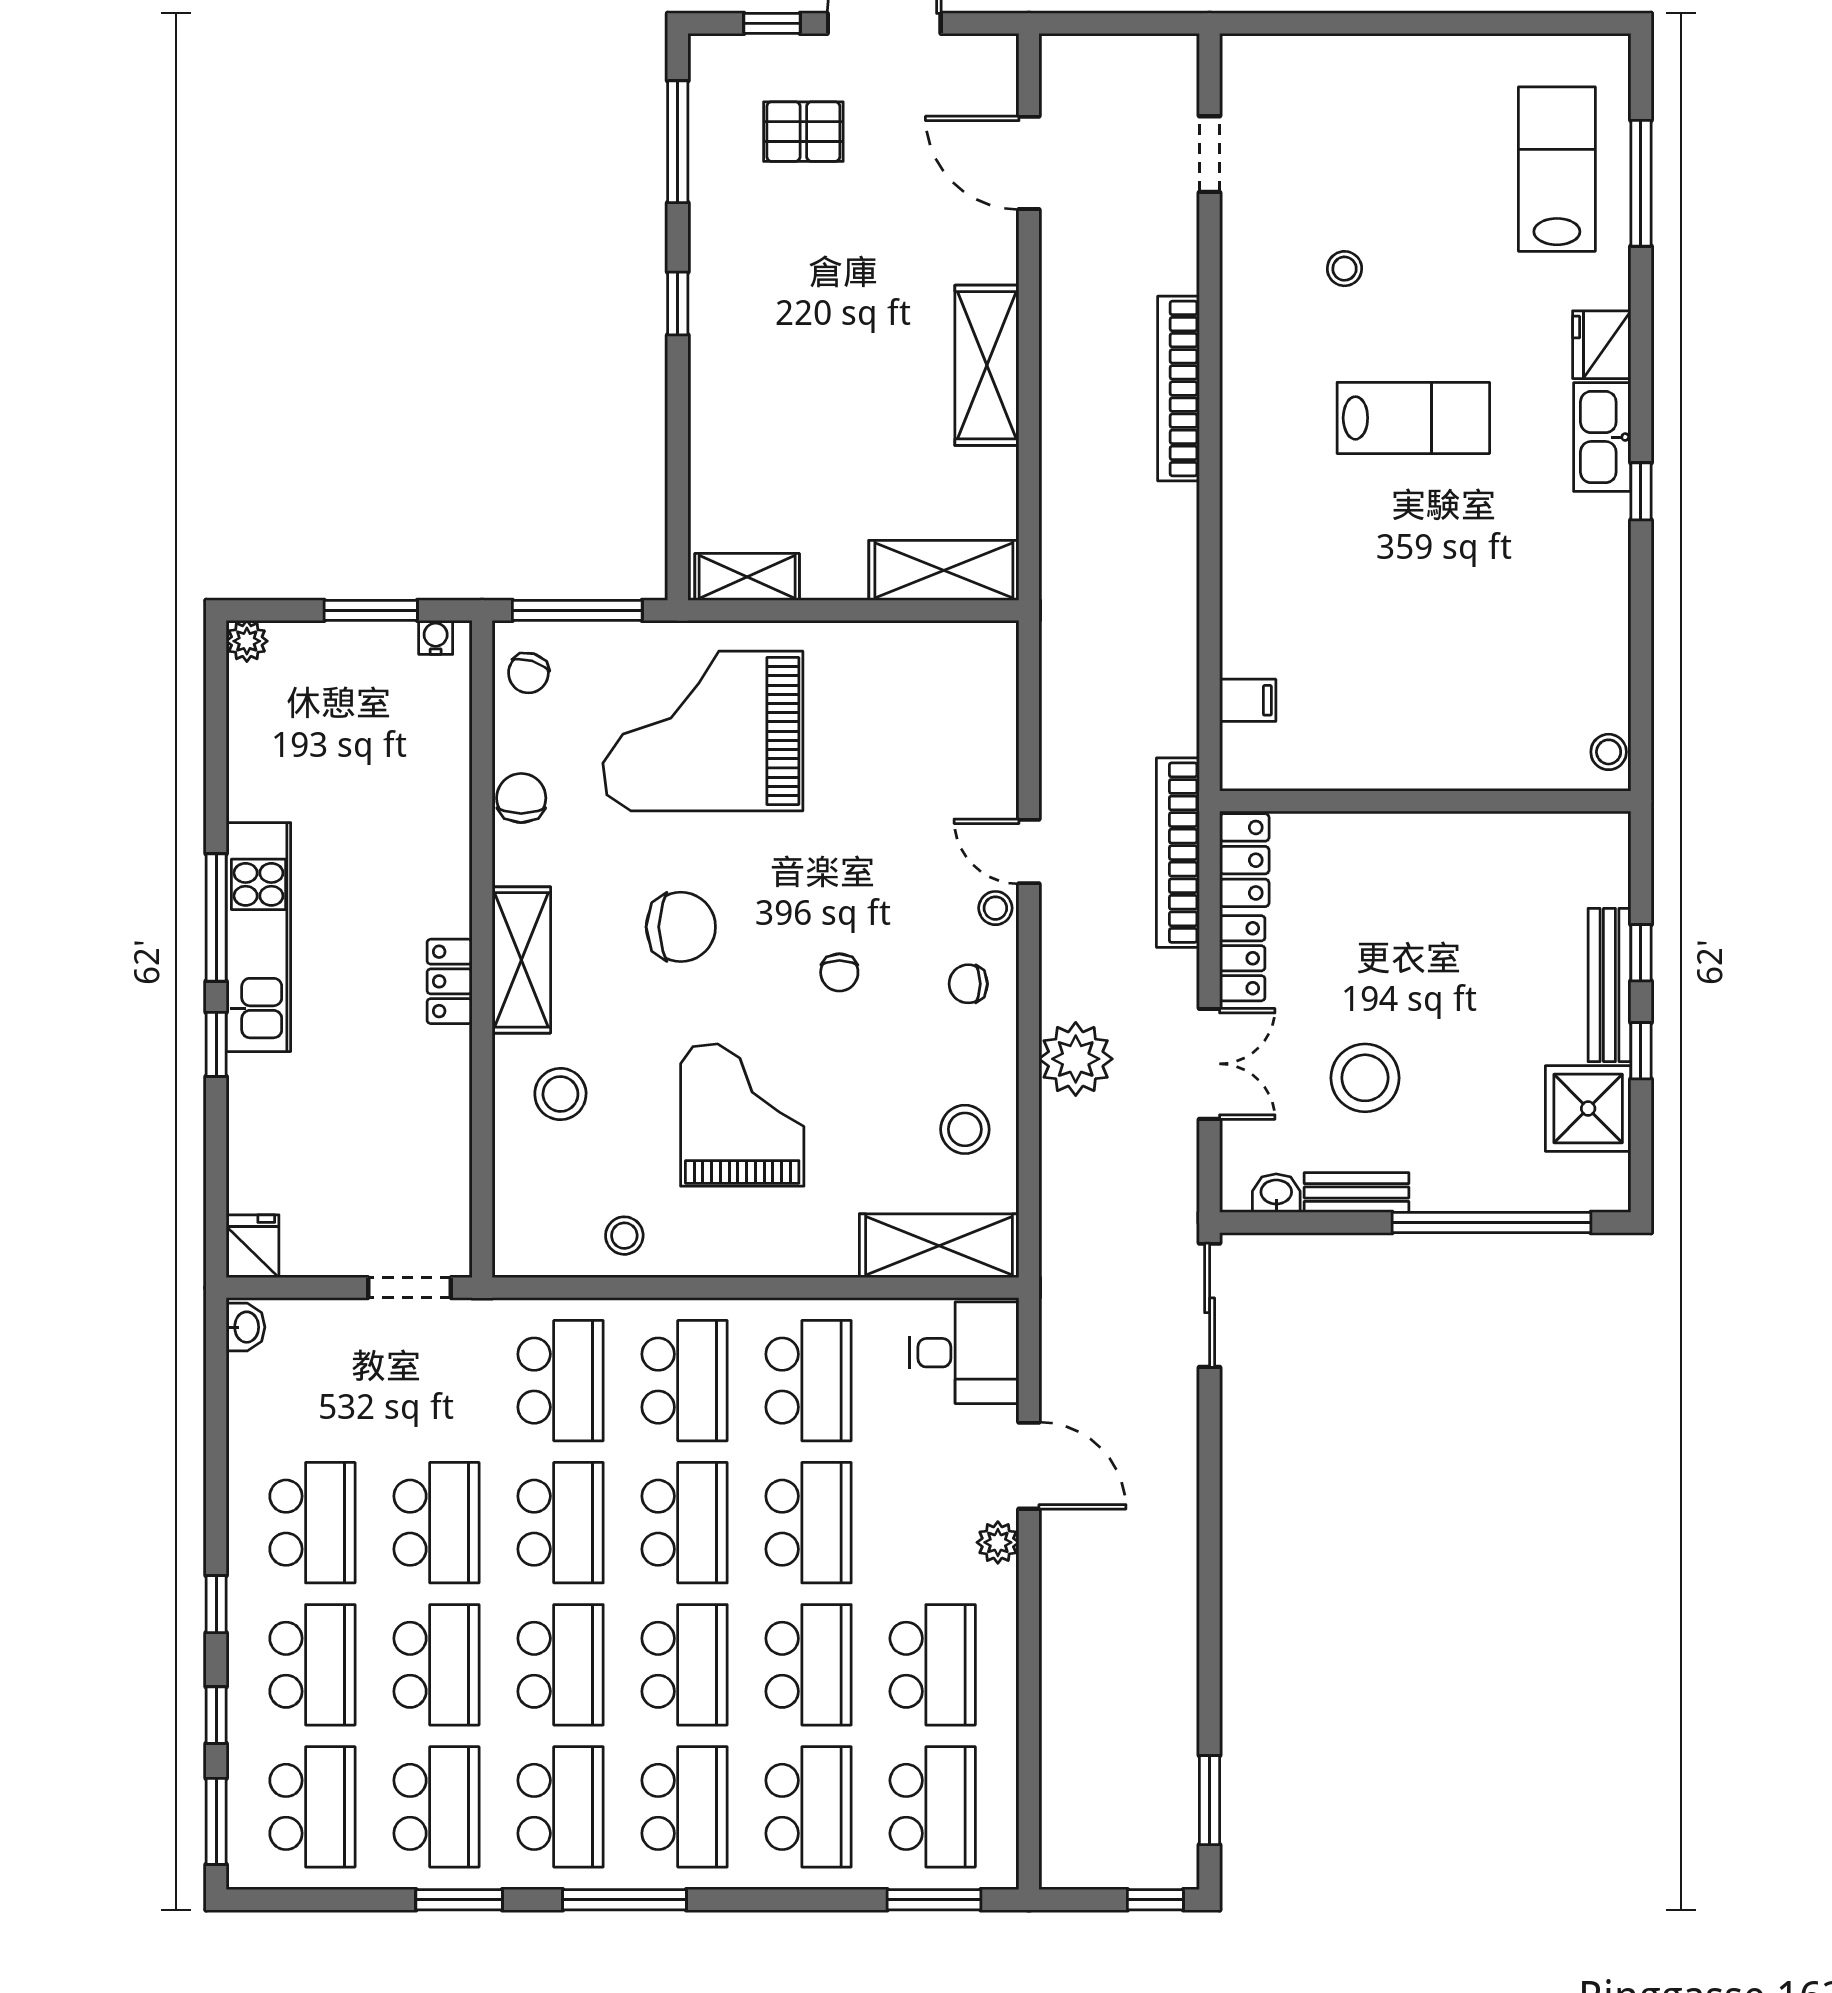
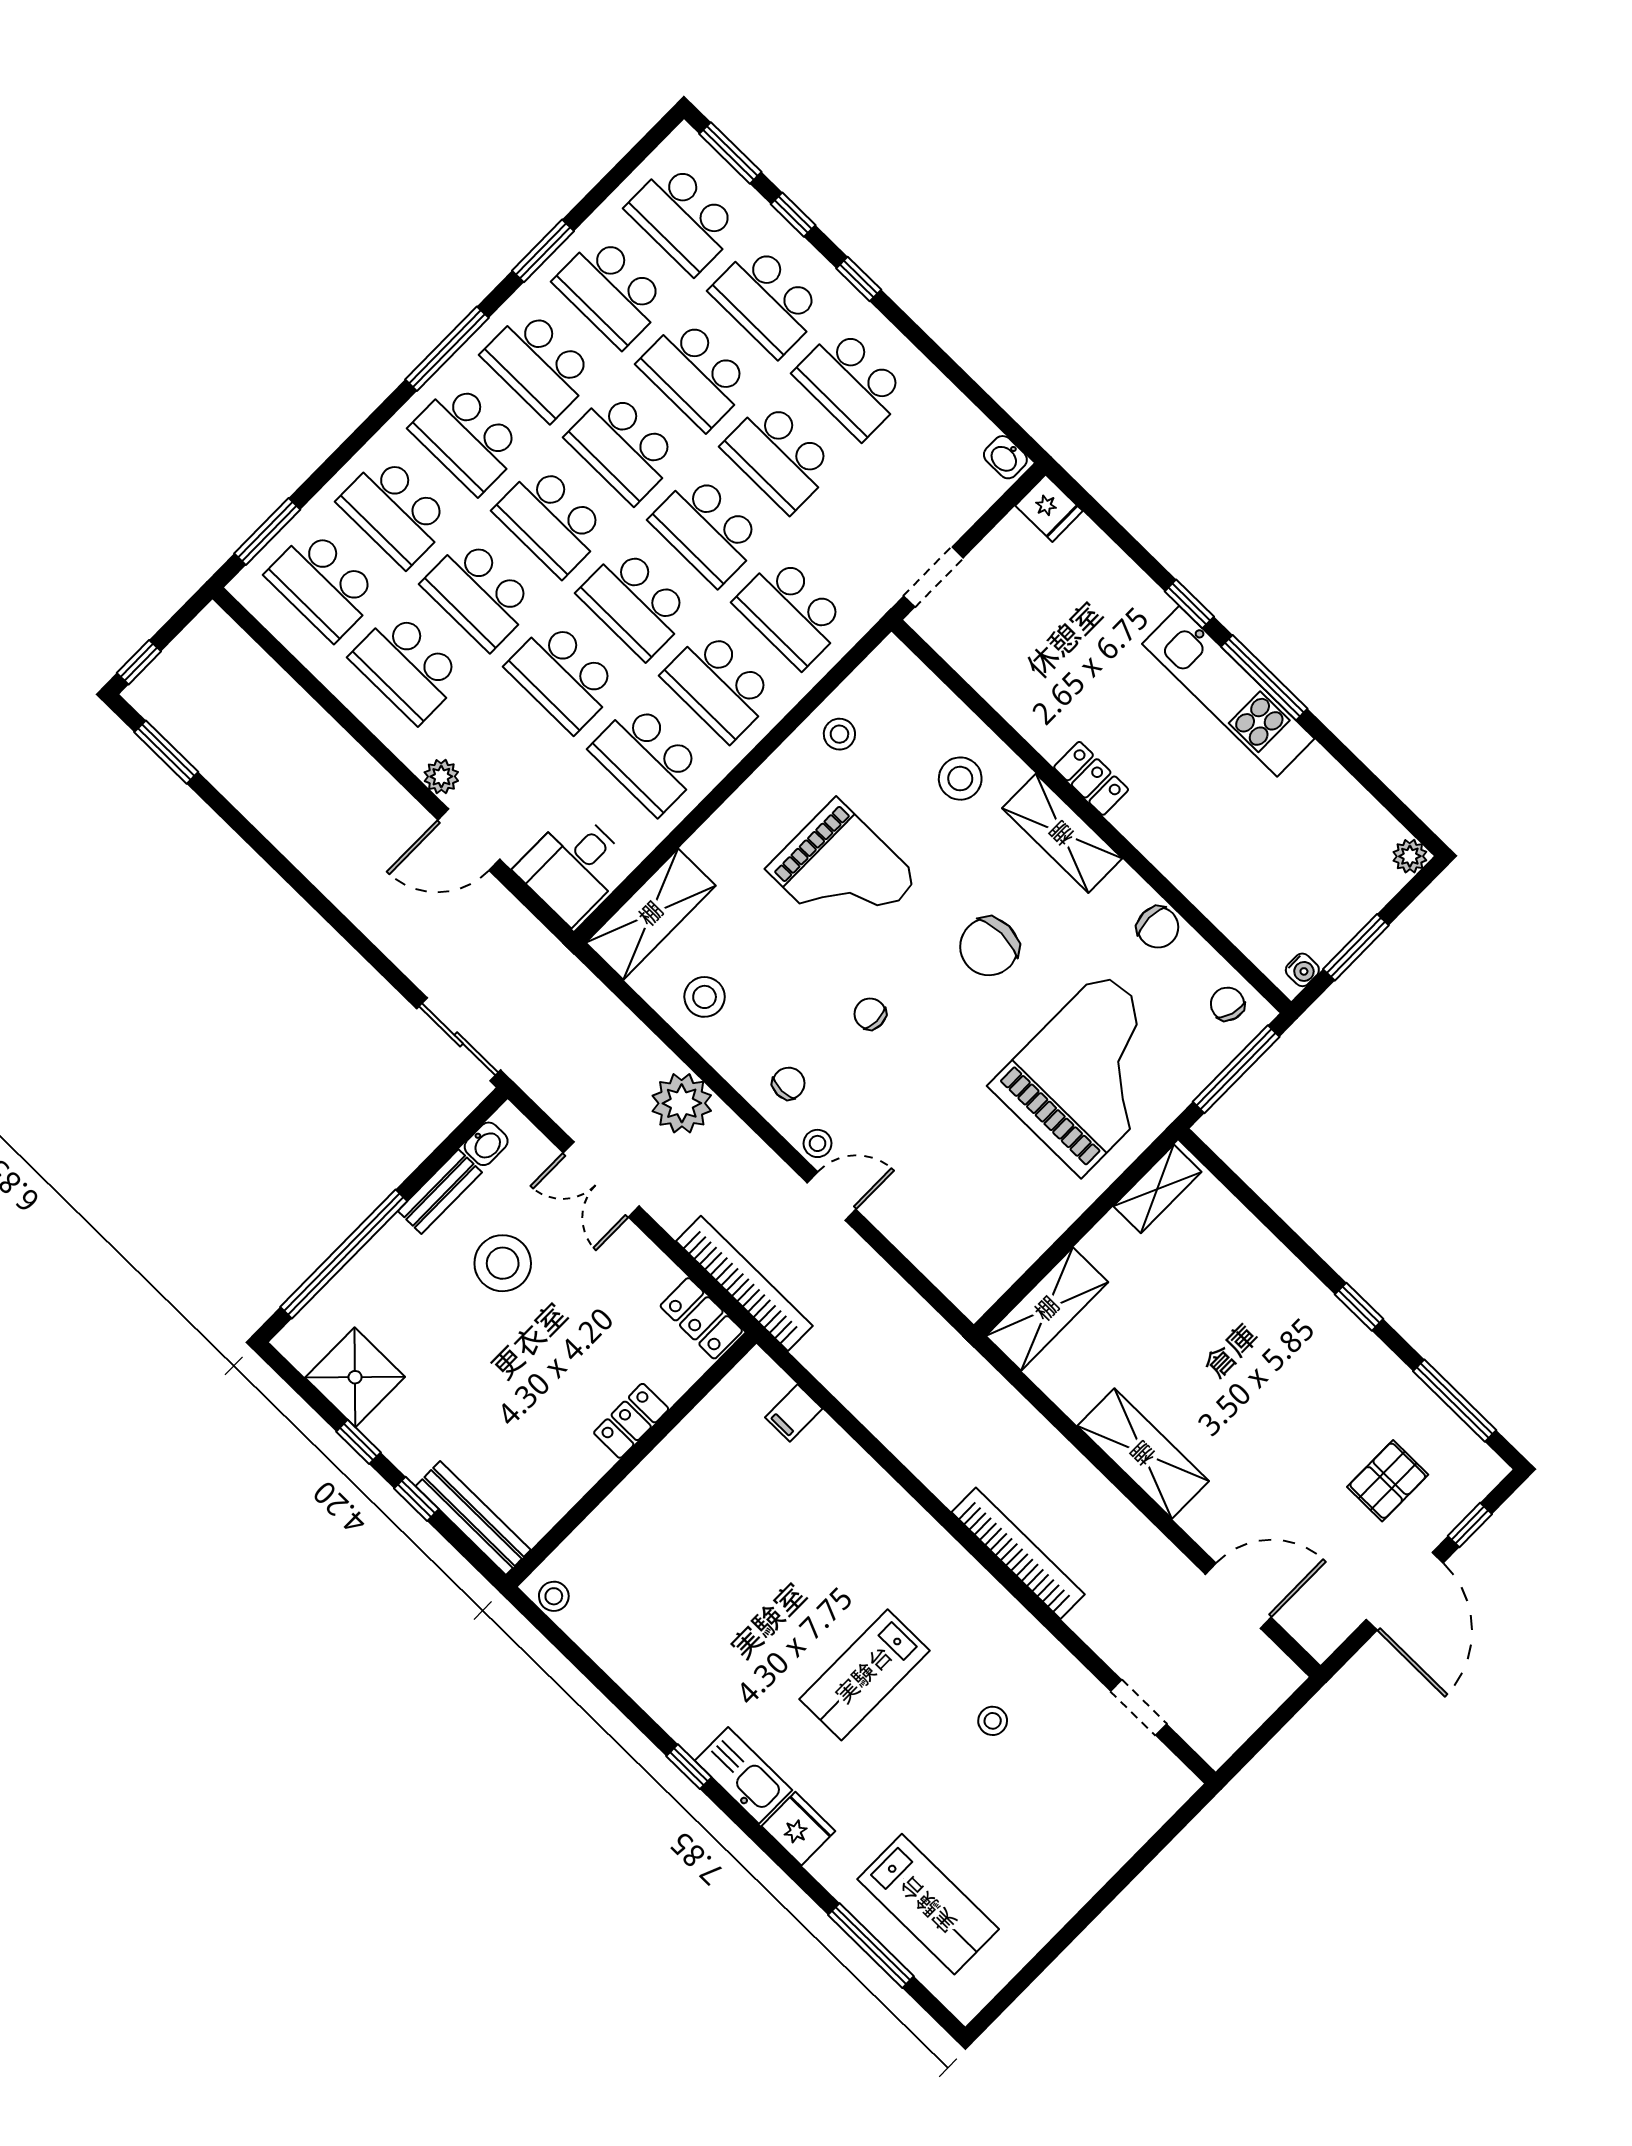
locker: (1242, 958) -> (631, 1421), moved, turned 90
bench: (1609, 985) -> (473, 1518), moved

